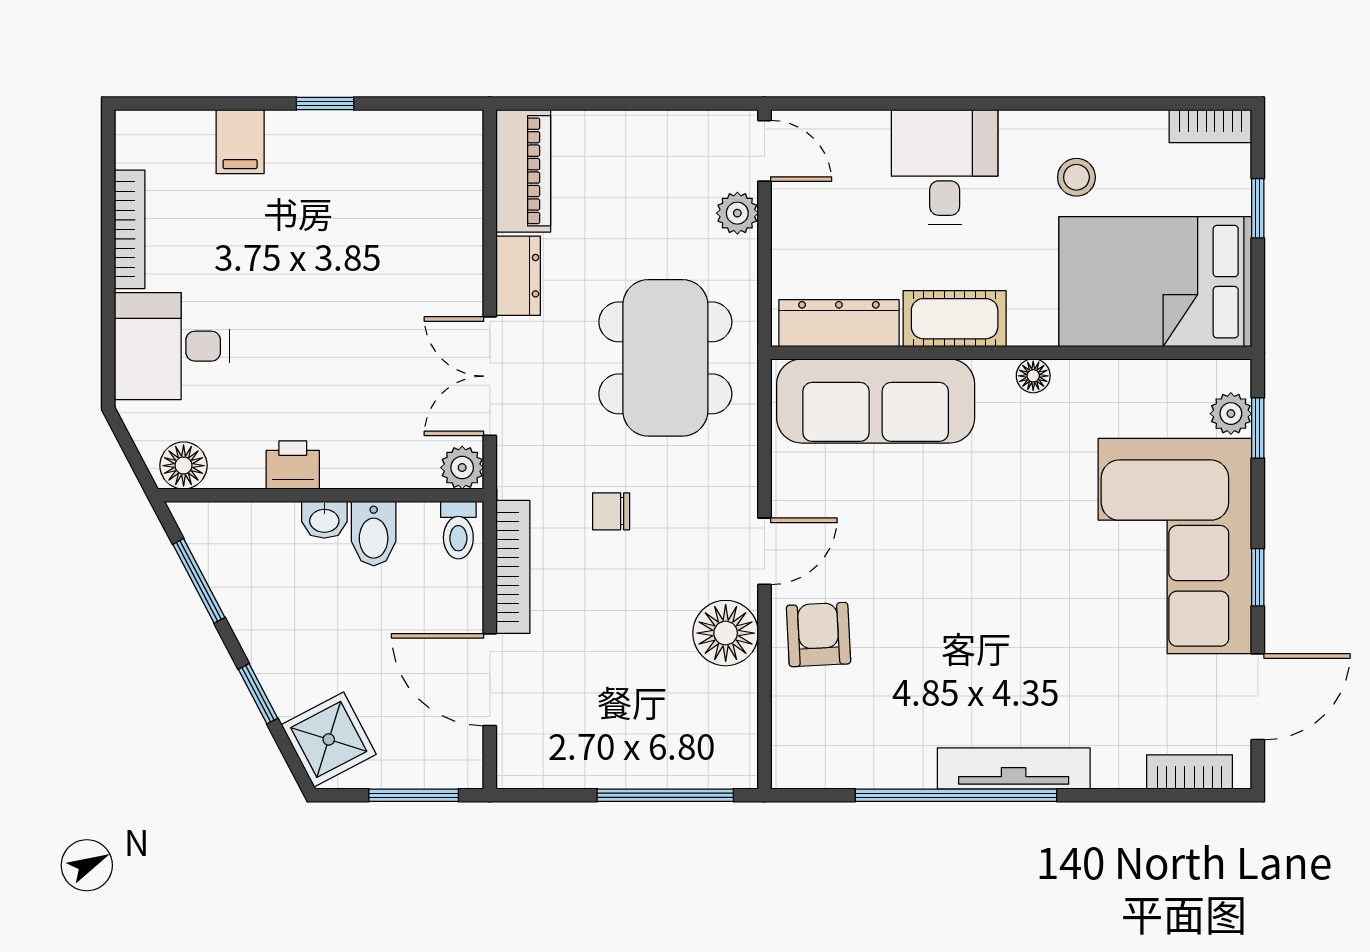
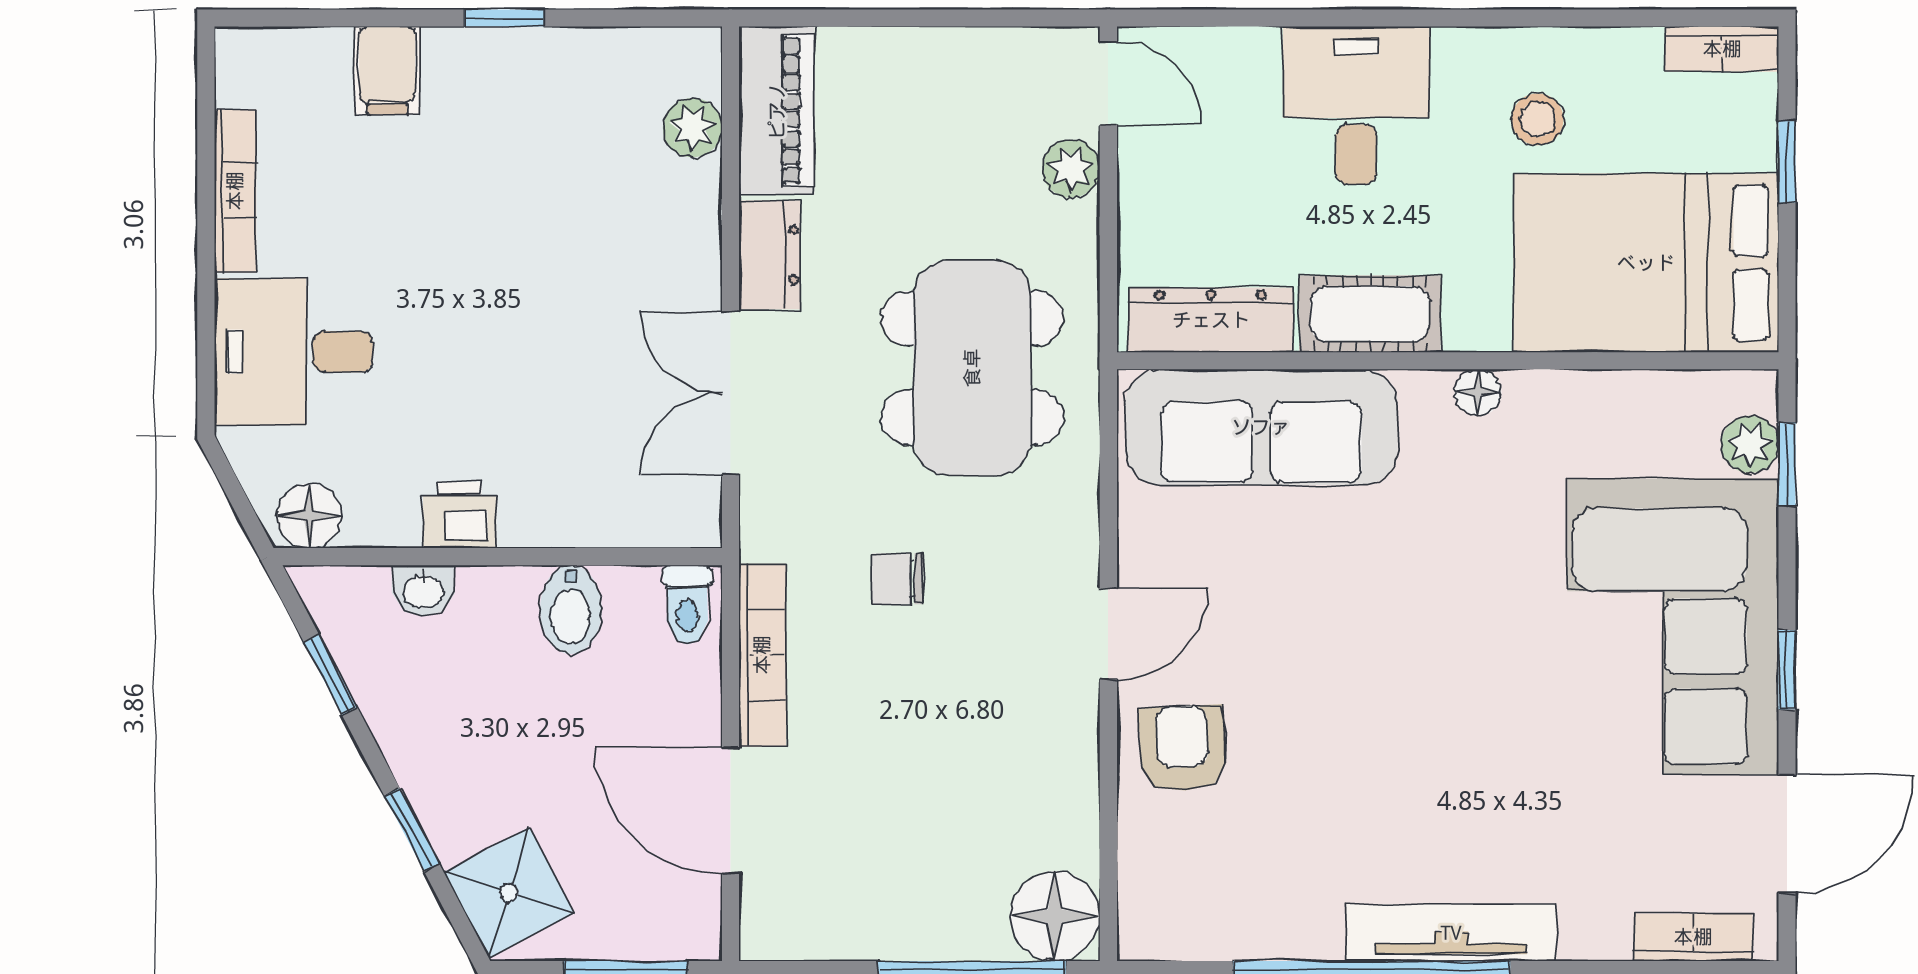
plant: (462, 468) -> (693, 128), moved
washbasin: (324, 520) -> (423, 590), moved
window: (199, 581) -> (330, 675), width x0.67
floor lamp: (726, 633) -> (1055, 916), moved

